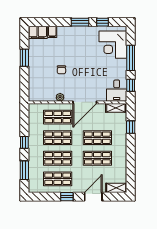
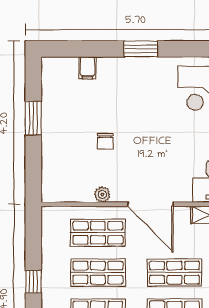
window: (103, 22) -> (185, 49), removed
filing cabinet: (38, 32) -> (59, 69), removed
door: (85, 102) -> (150, 204), hinge flipped

